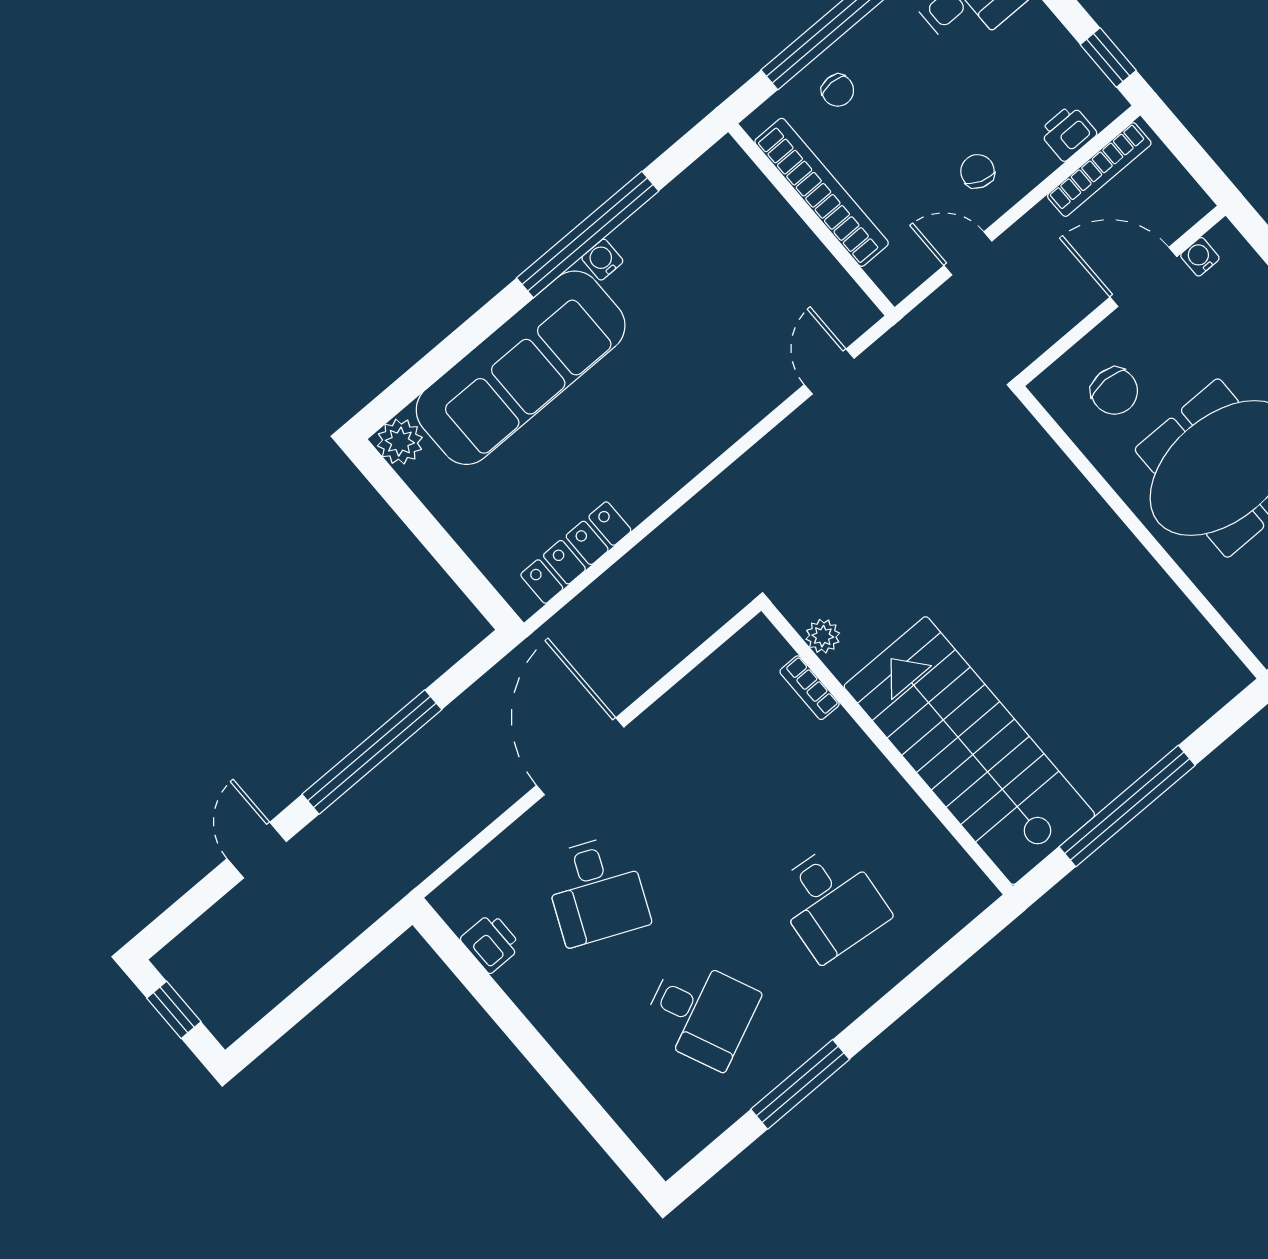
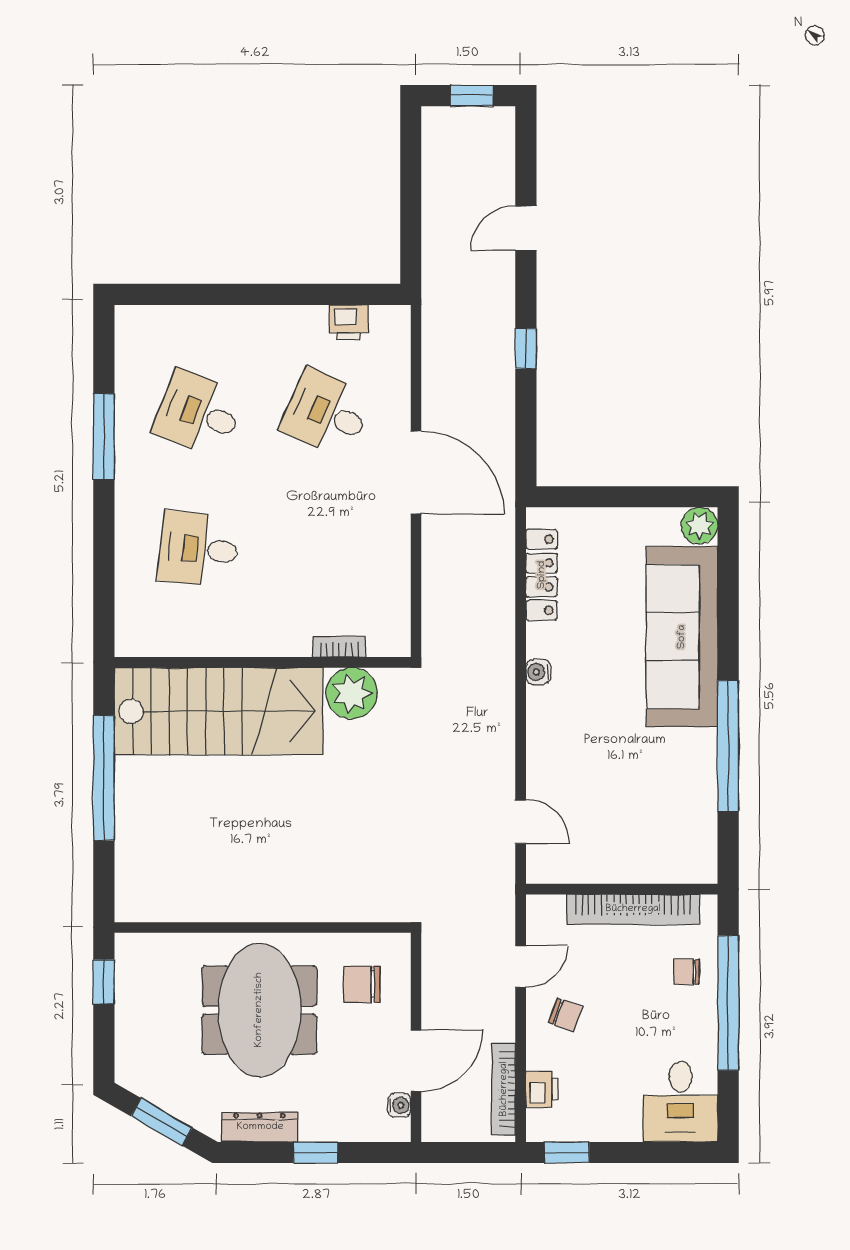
water cooler: (602, 260) -> (538, 672), moved, turned 180
plant: (823, 636) -> (352, 693), width x1.87, depth x1.87
window: (372, 752) -> (526, 349), width x0.32
door: (257, 850) -> (526, 228), swing flipped
desk: (700, 1013) -> (199, 413), turned 45

